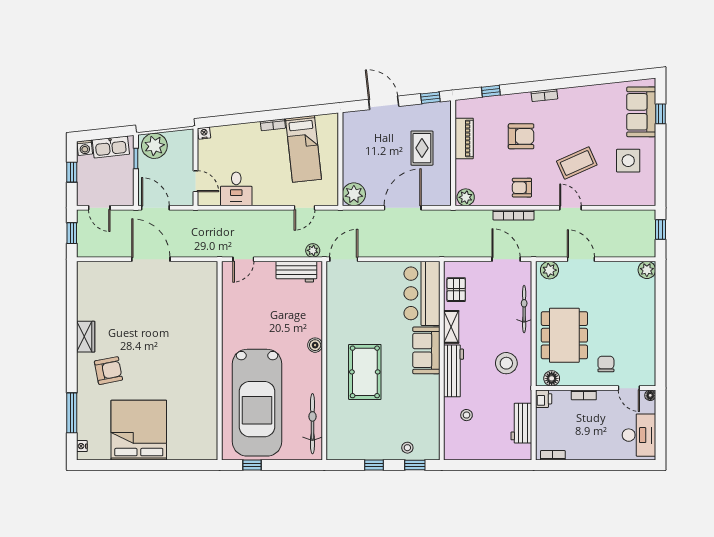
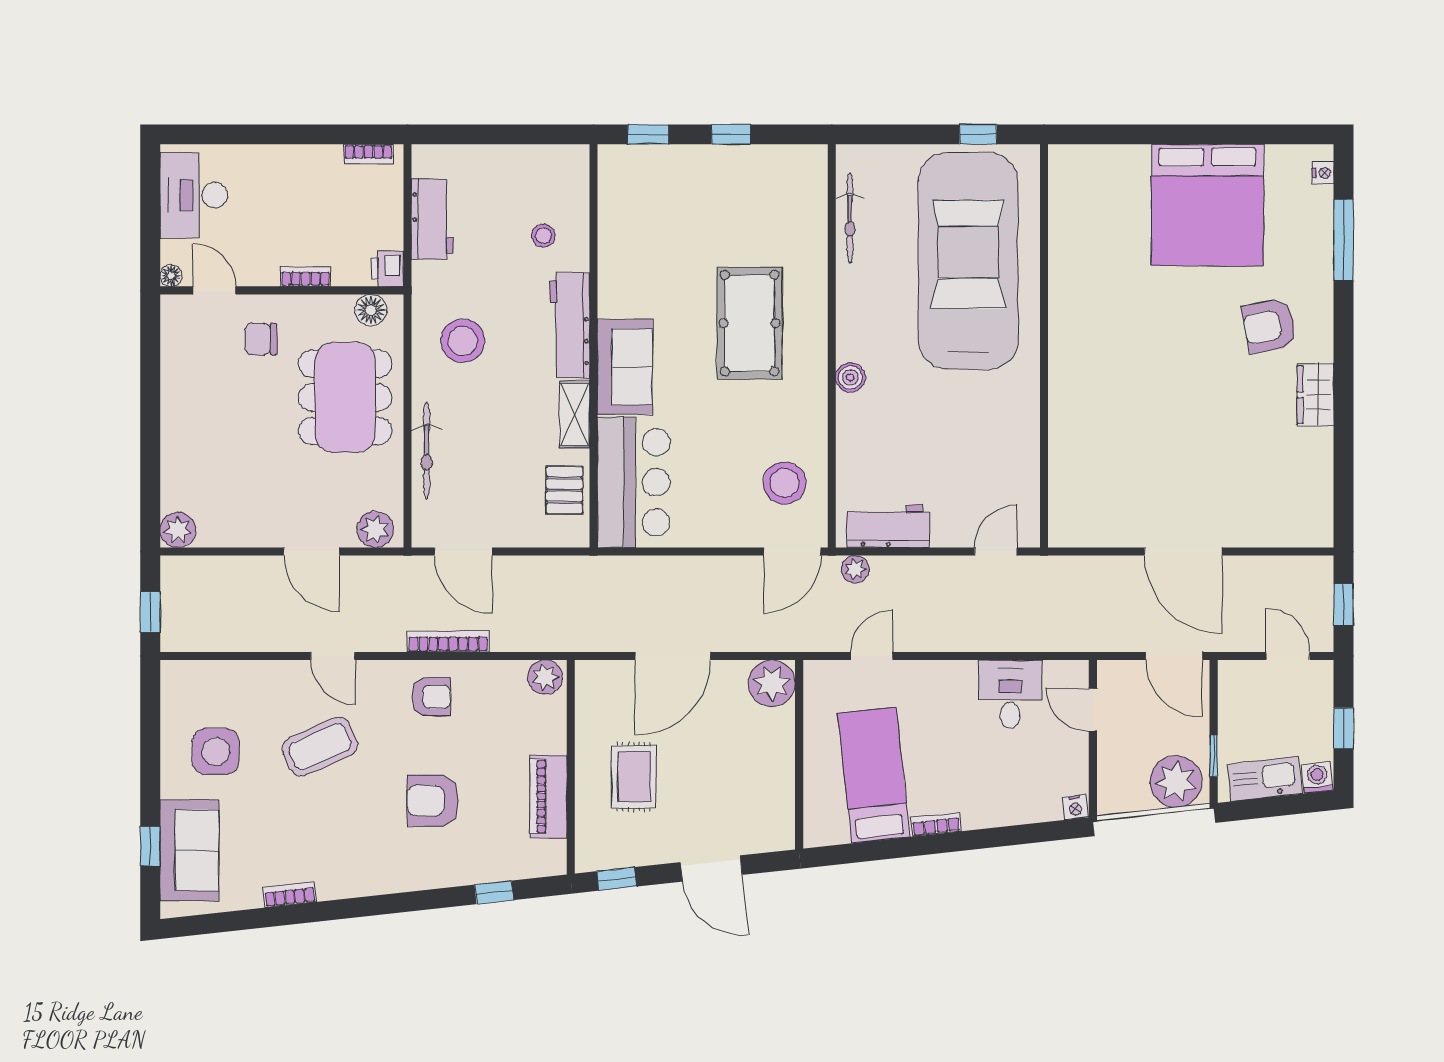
bookcase: (544, 95) -> (290, 895), moved
chair: (606, 364) -> (261, 339), turned 90
bicycle: (312, 424) -> (850, 218), width x0.73, depth x0.71
stool: (407, 448) -> (785, 483), moved, width x1.89, depth x1.89

